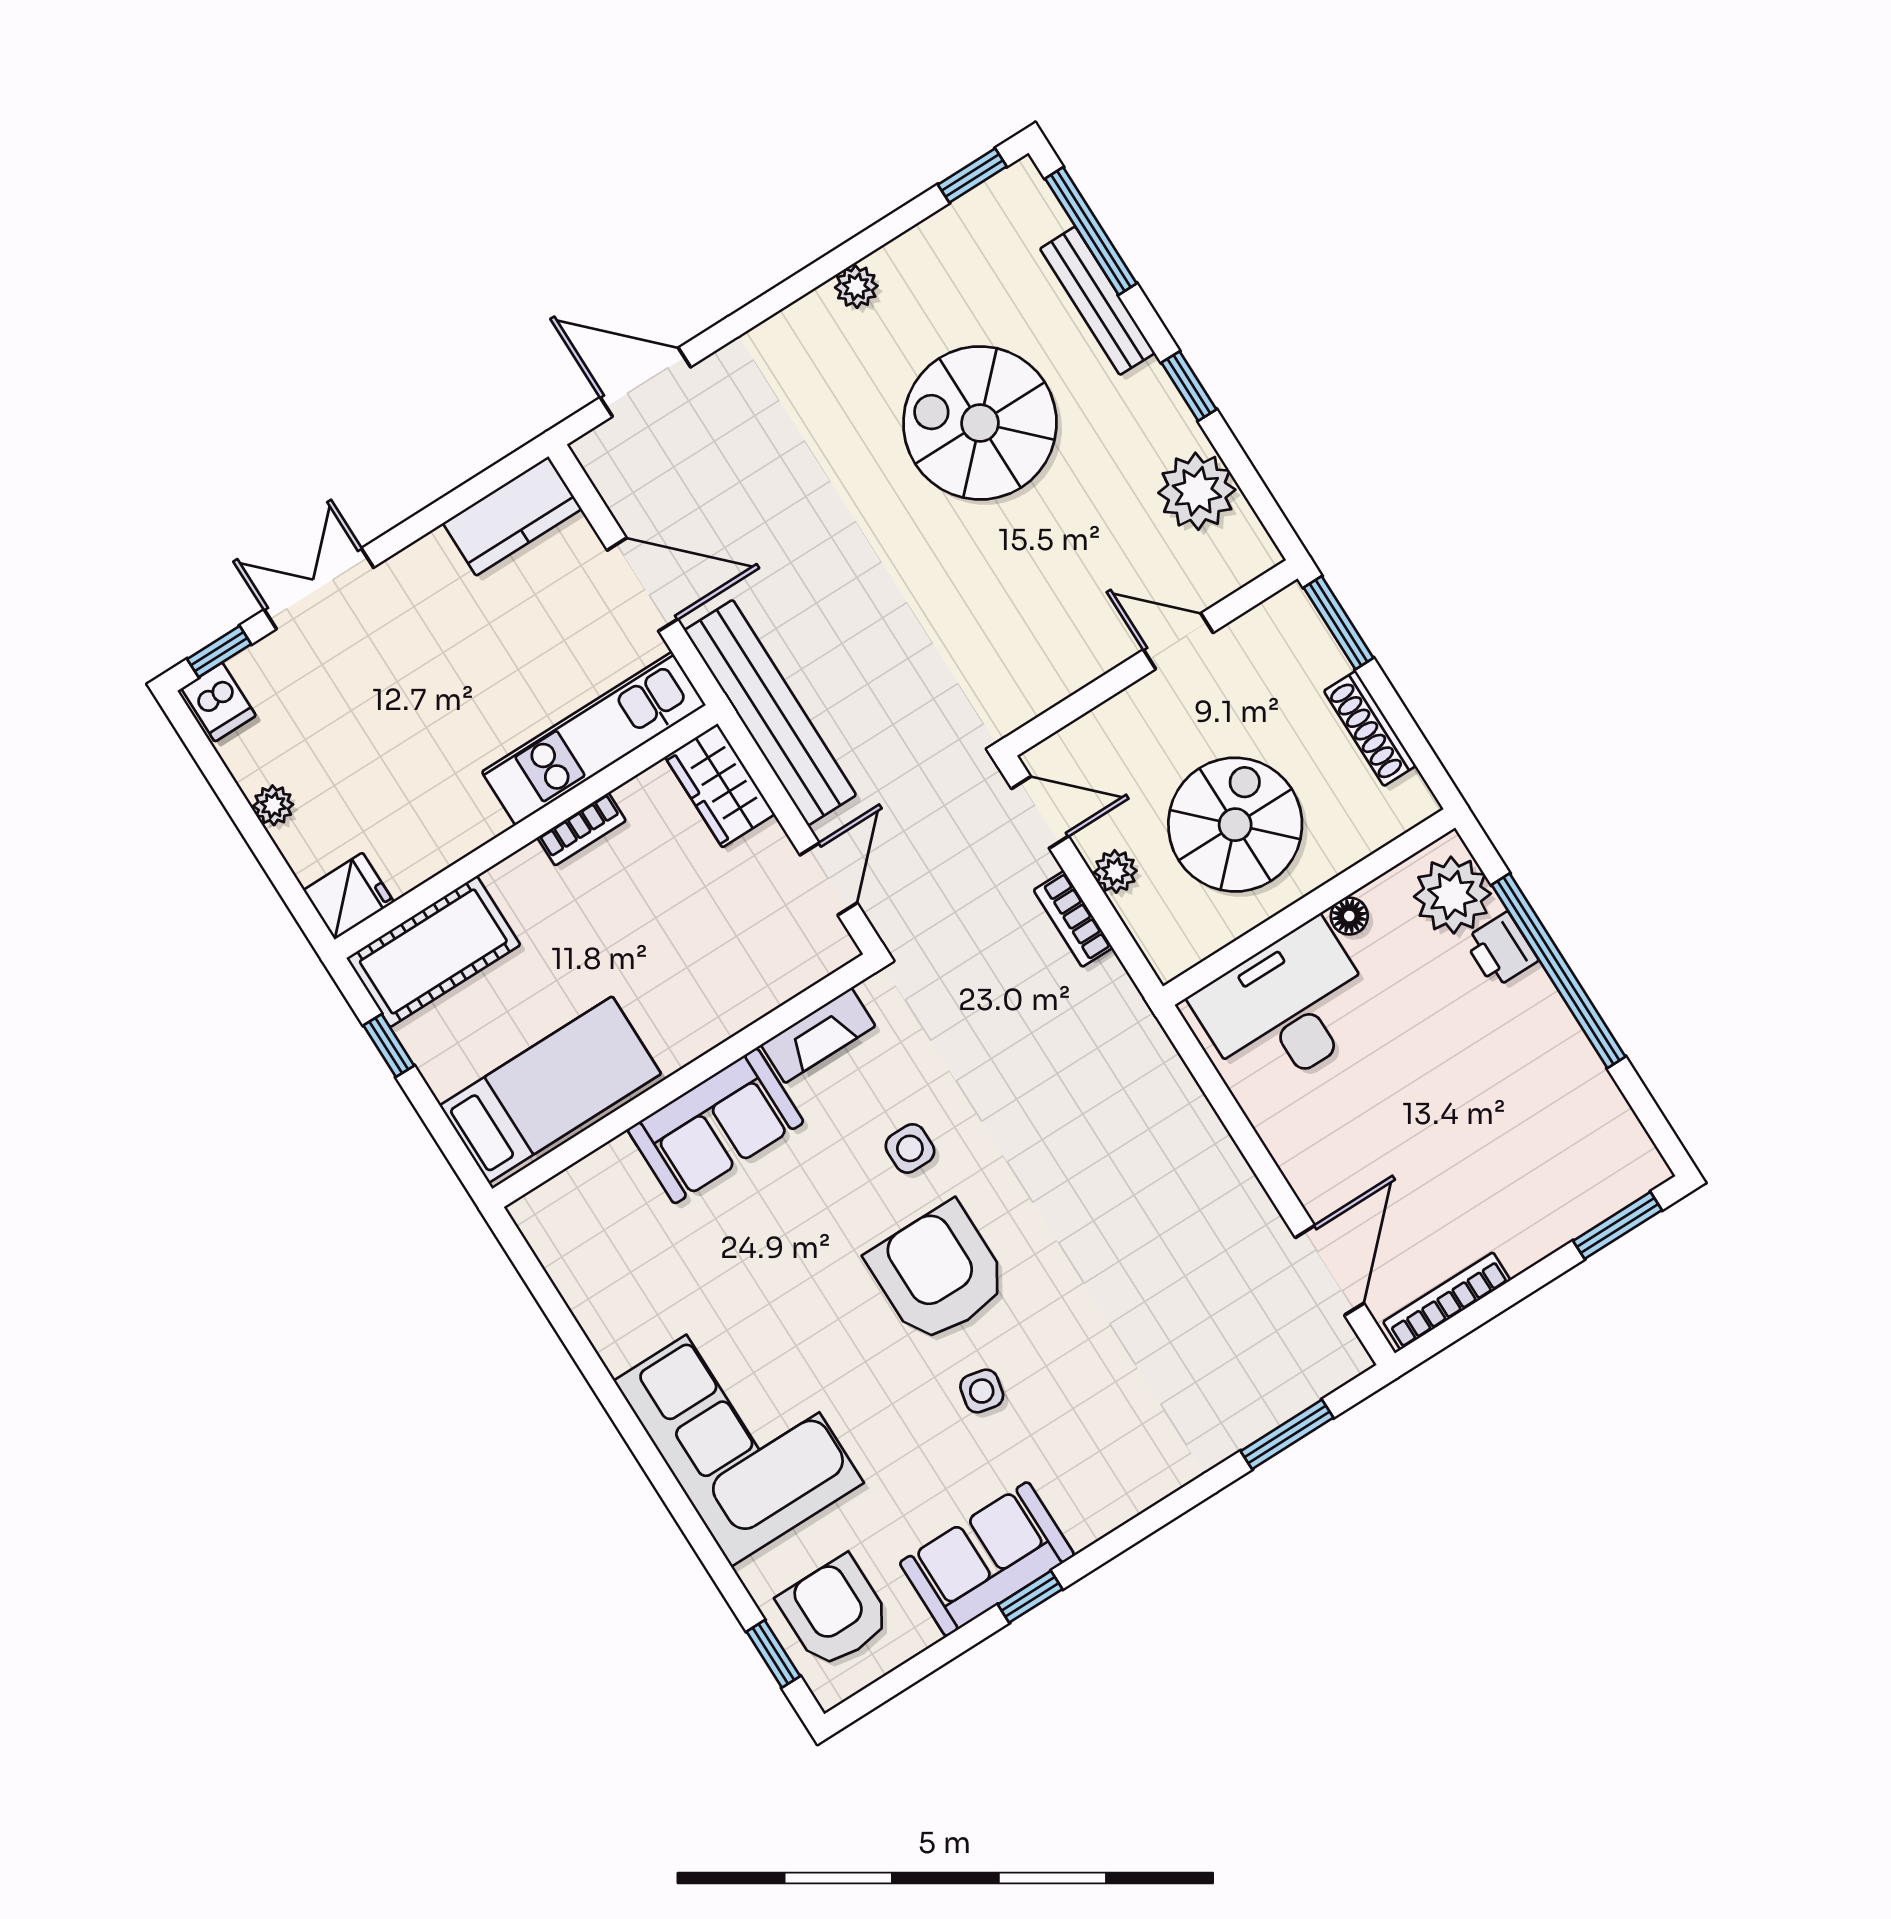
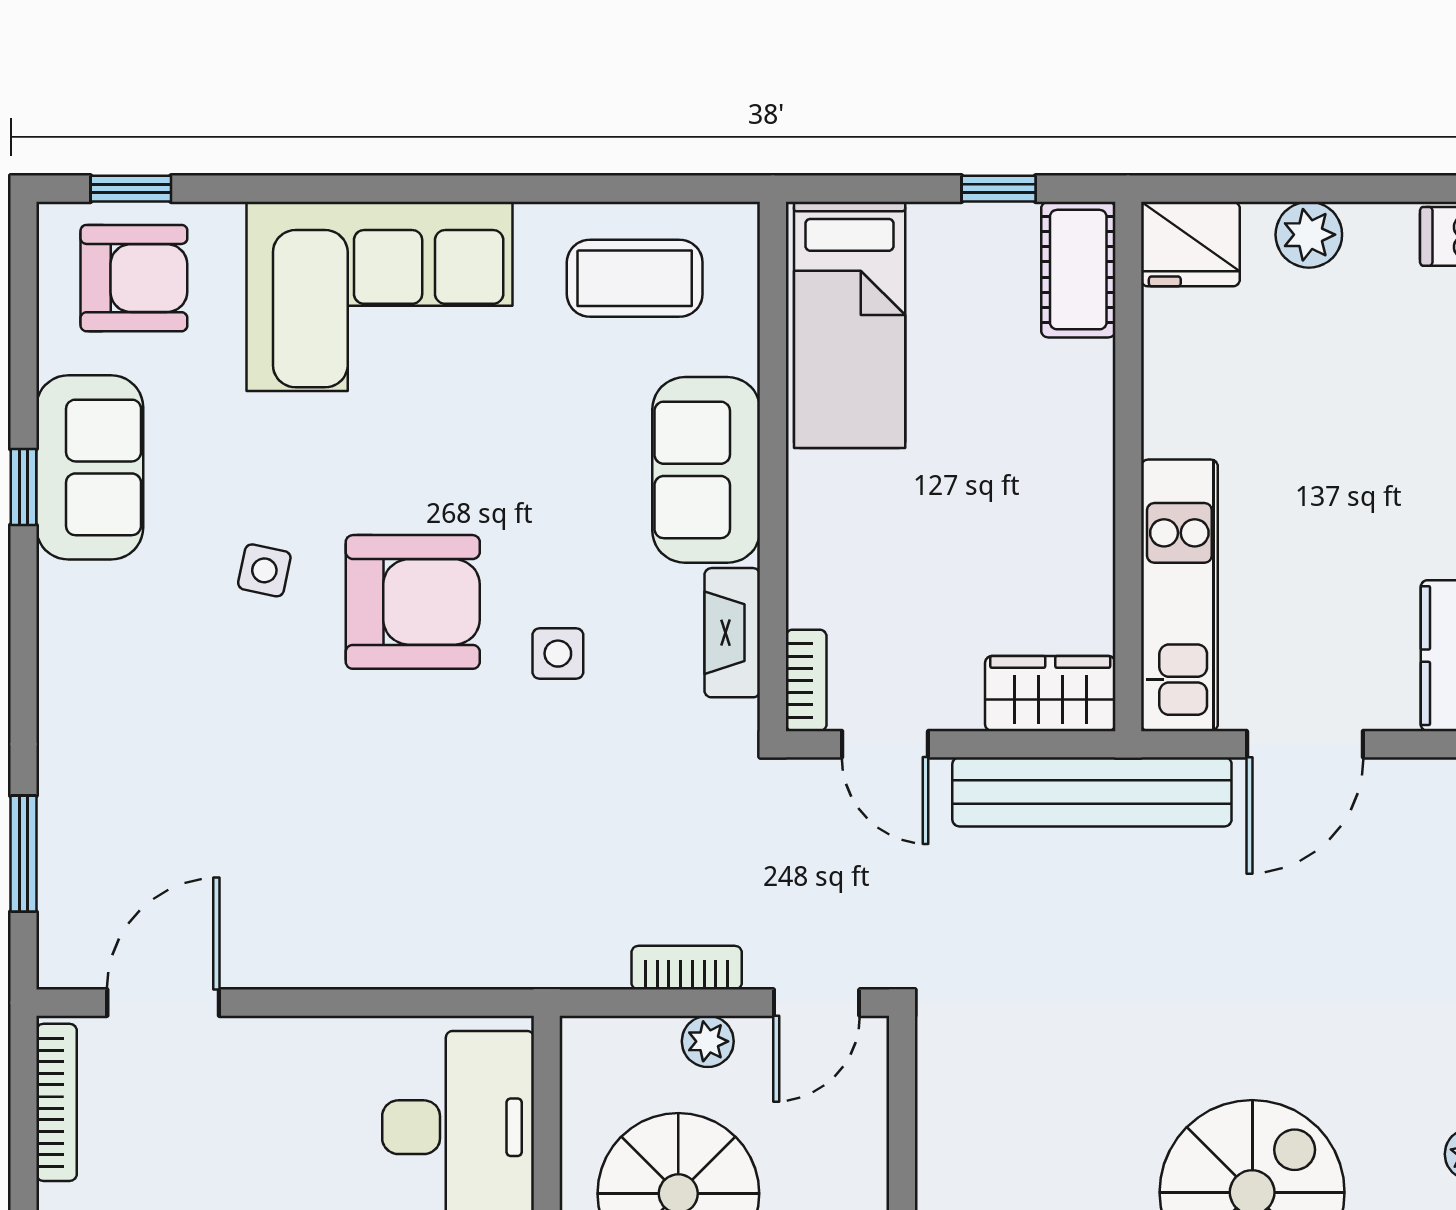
plant: (273, 805) -> (1309, 235), width x1.38, depth x1.38
bookcase: (582, 829) -> (806, 680), moved, turned 180
fridge: (349, 896) -> (1190, 244), width x1.38
cot: (433, 951) -> (1078, 270), width x0.73, depth x0.75
coffee table: (613, 1261) -> (635, 278), added
door: (1330, 1270) -> (163, 1003), swing flipped

